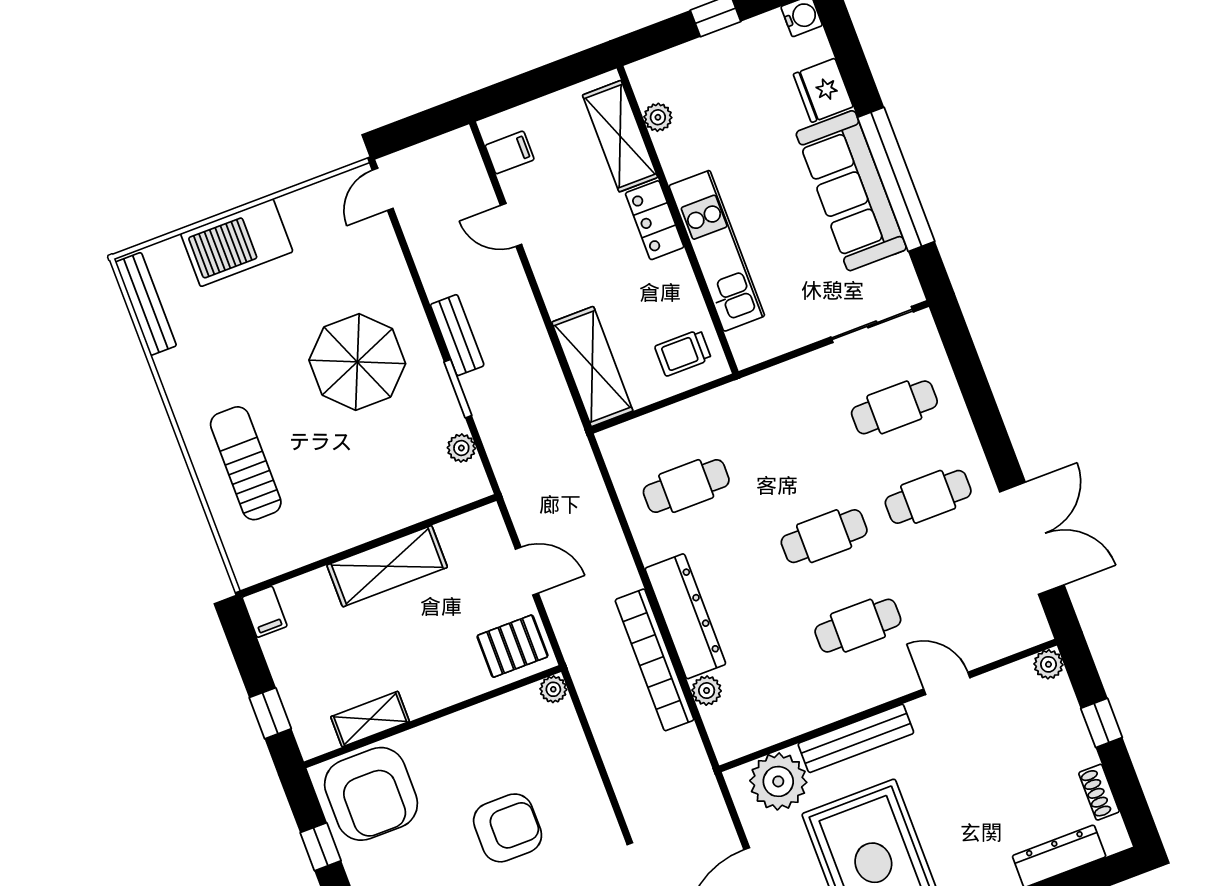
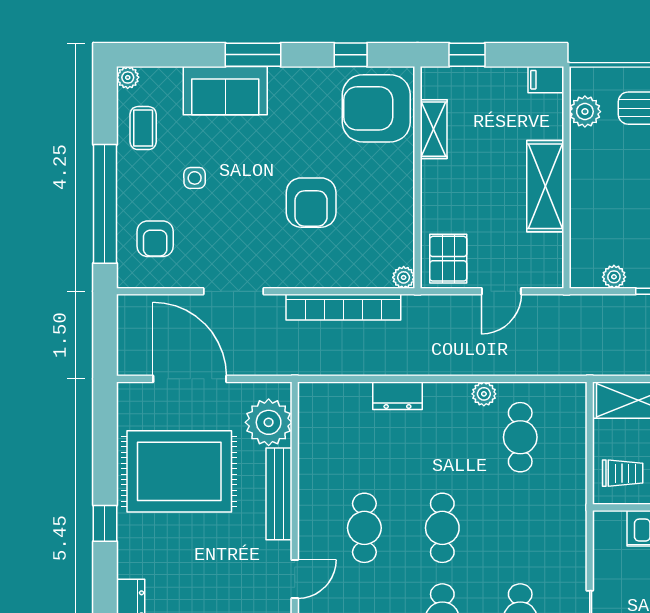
trolley: (683, 353) -> (623, 473), turned 90
plant: (284, 553) -> (585, 112), added
dresser: (685, 616) -> (397, 396), width x0.51, depth x0.80
bookcase: (655, 660) -> (343, 307), moved, turned 180
plant: (707, 691) -> (484, 394), moved

